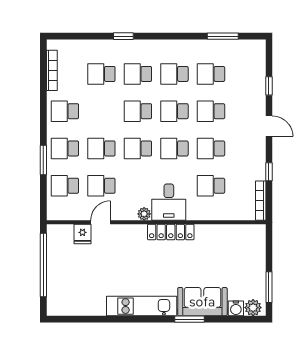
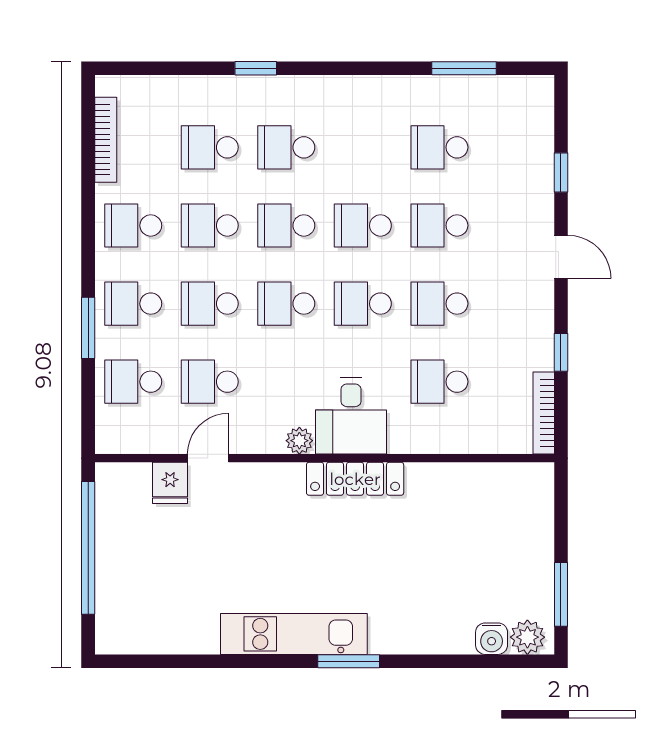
school desk: (174, 74) -> (210, 225), moved
sofa: (202, 302) -> (421, 625), removed
window: (189, 319) -> (349, 661), moved

